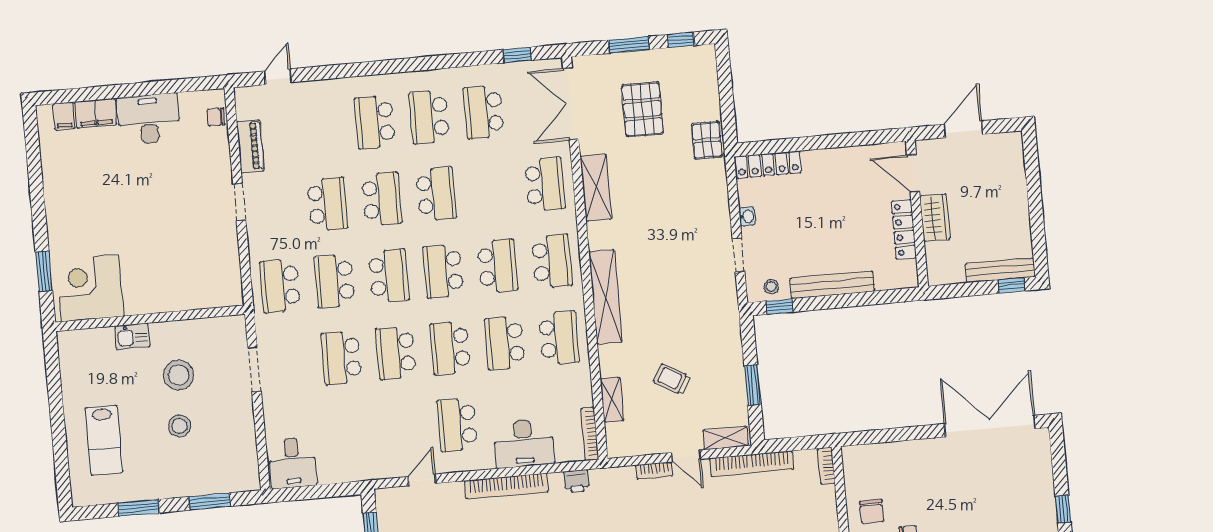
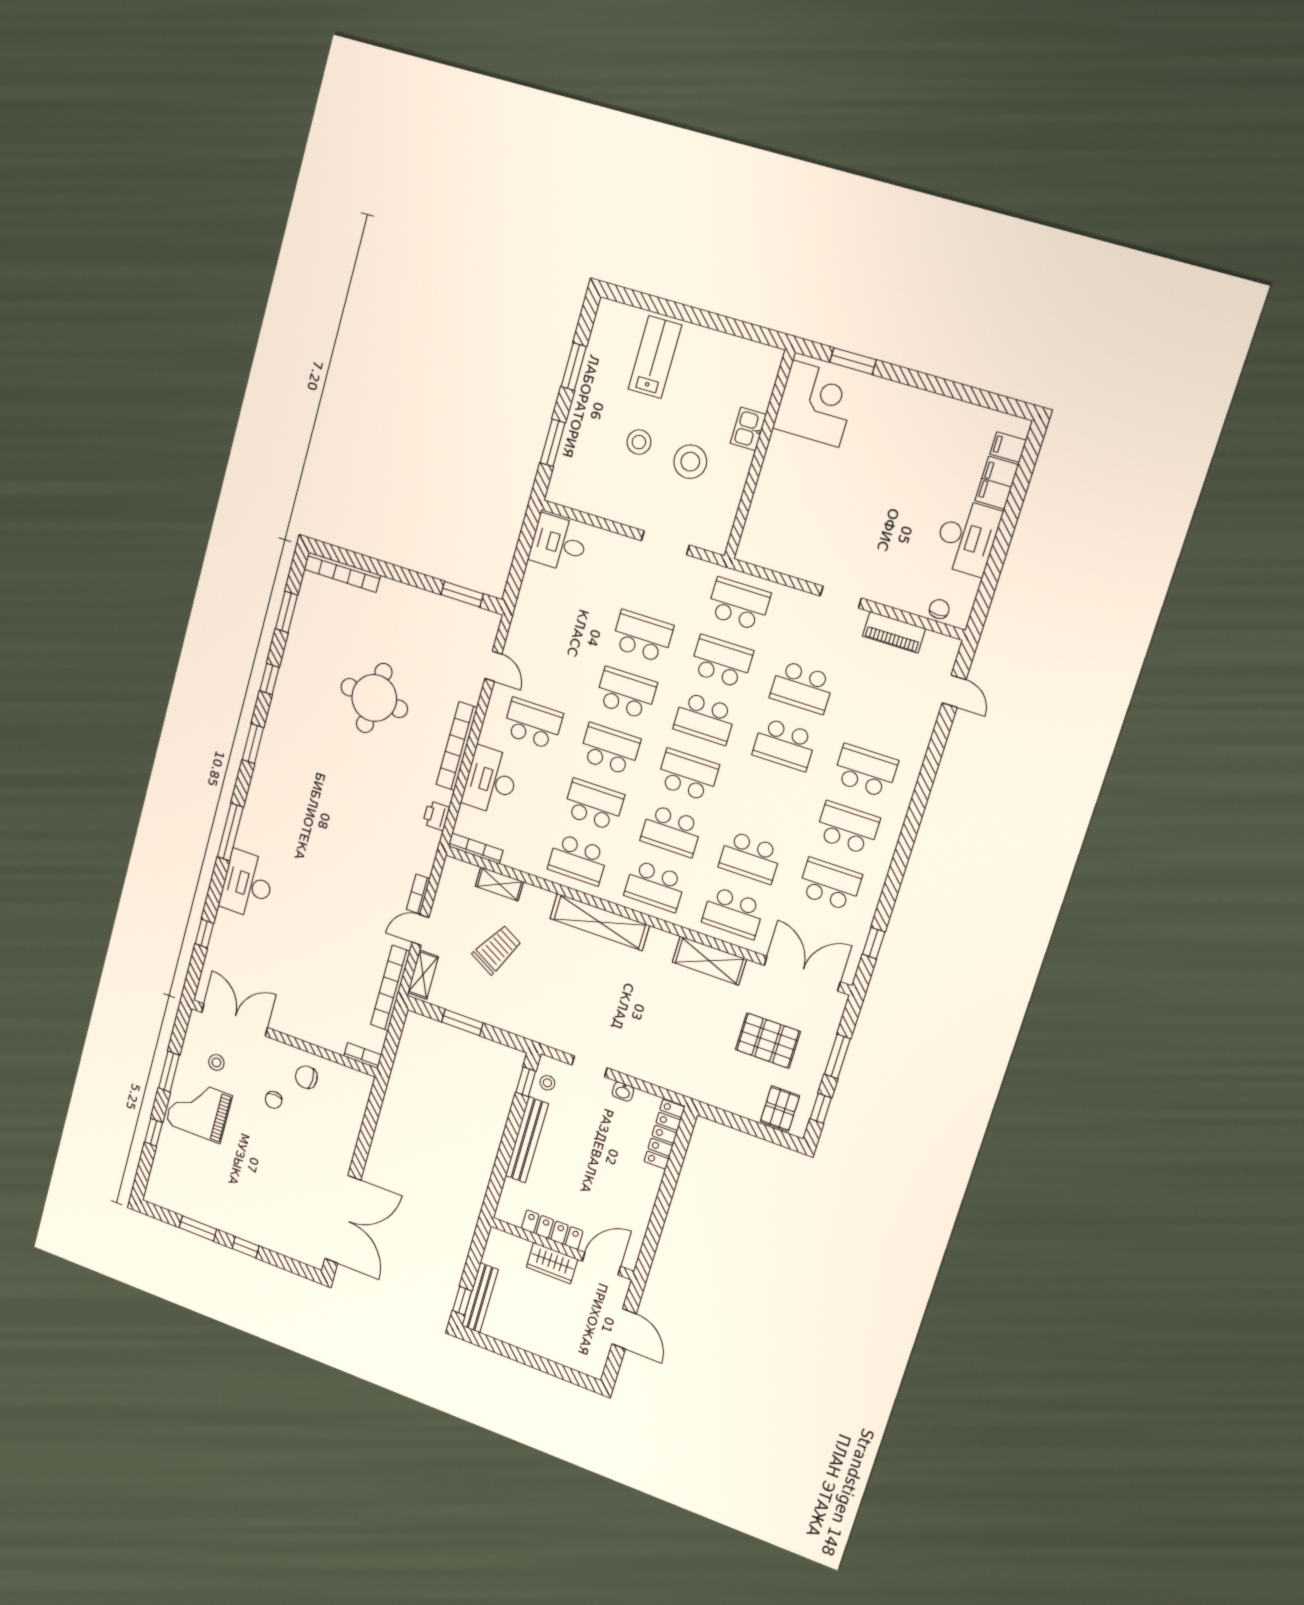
pallet: (707, 140) -> (780, 1109), moved, turned 90
school desk: (436, 194) -> (750, 857), moved
trolley: (672, 379) -> (497, 950), width x1.36, depth x1.39
lab bench: (104, 440) -> (655, 357), turned 90

